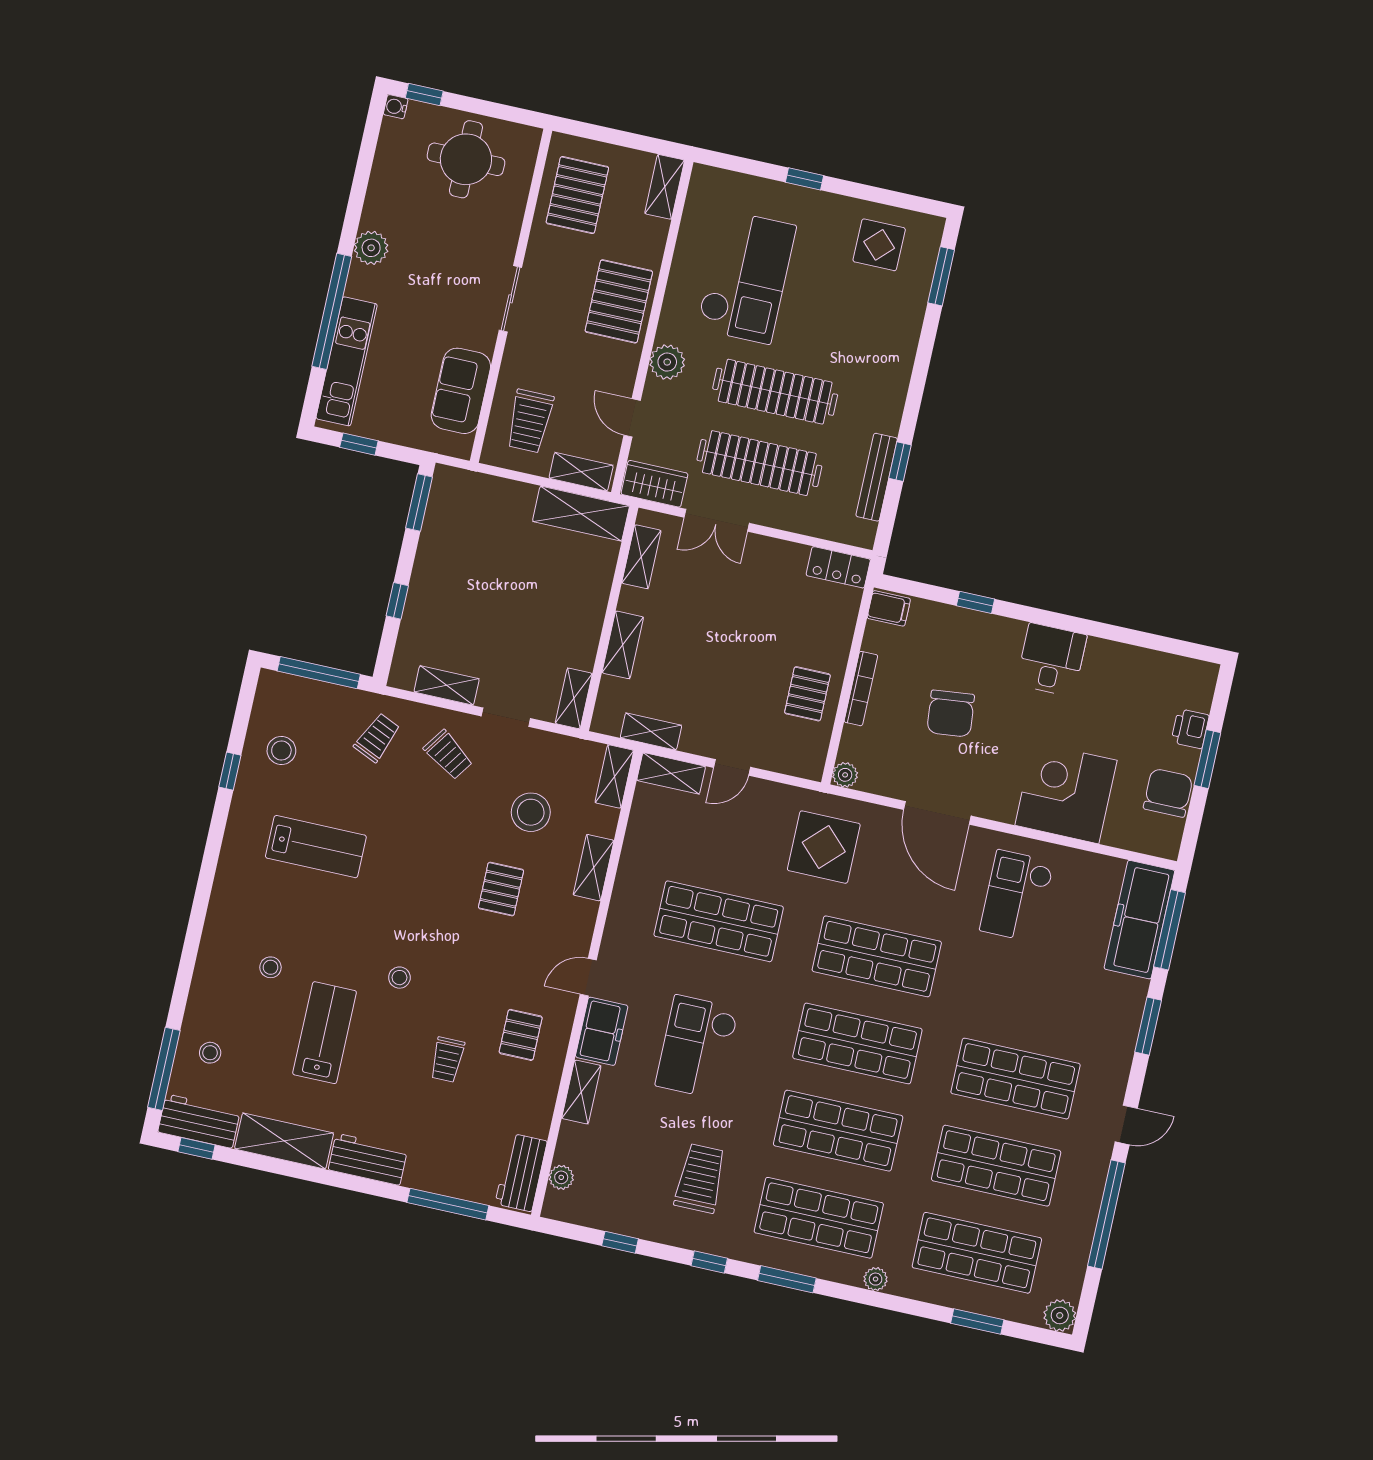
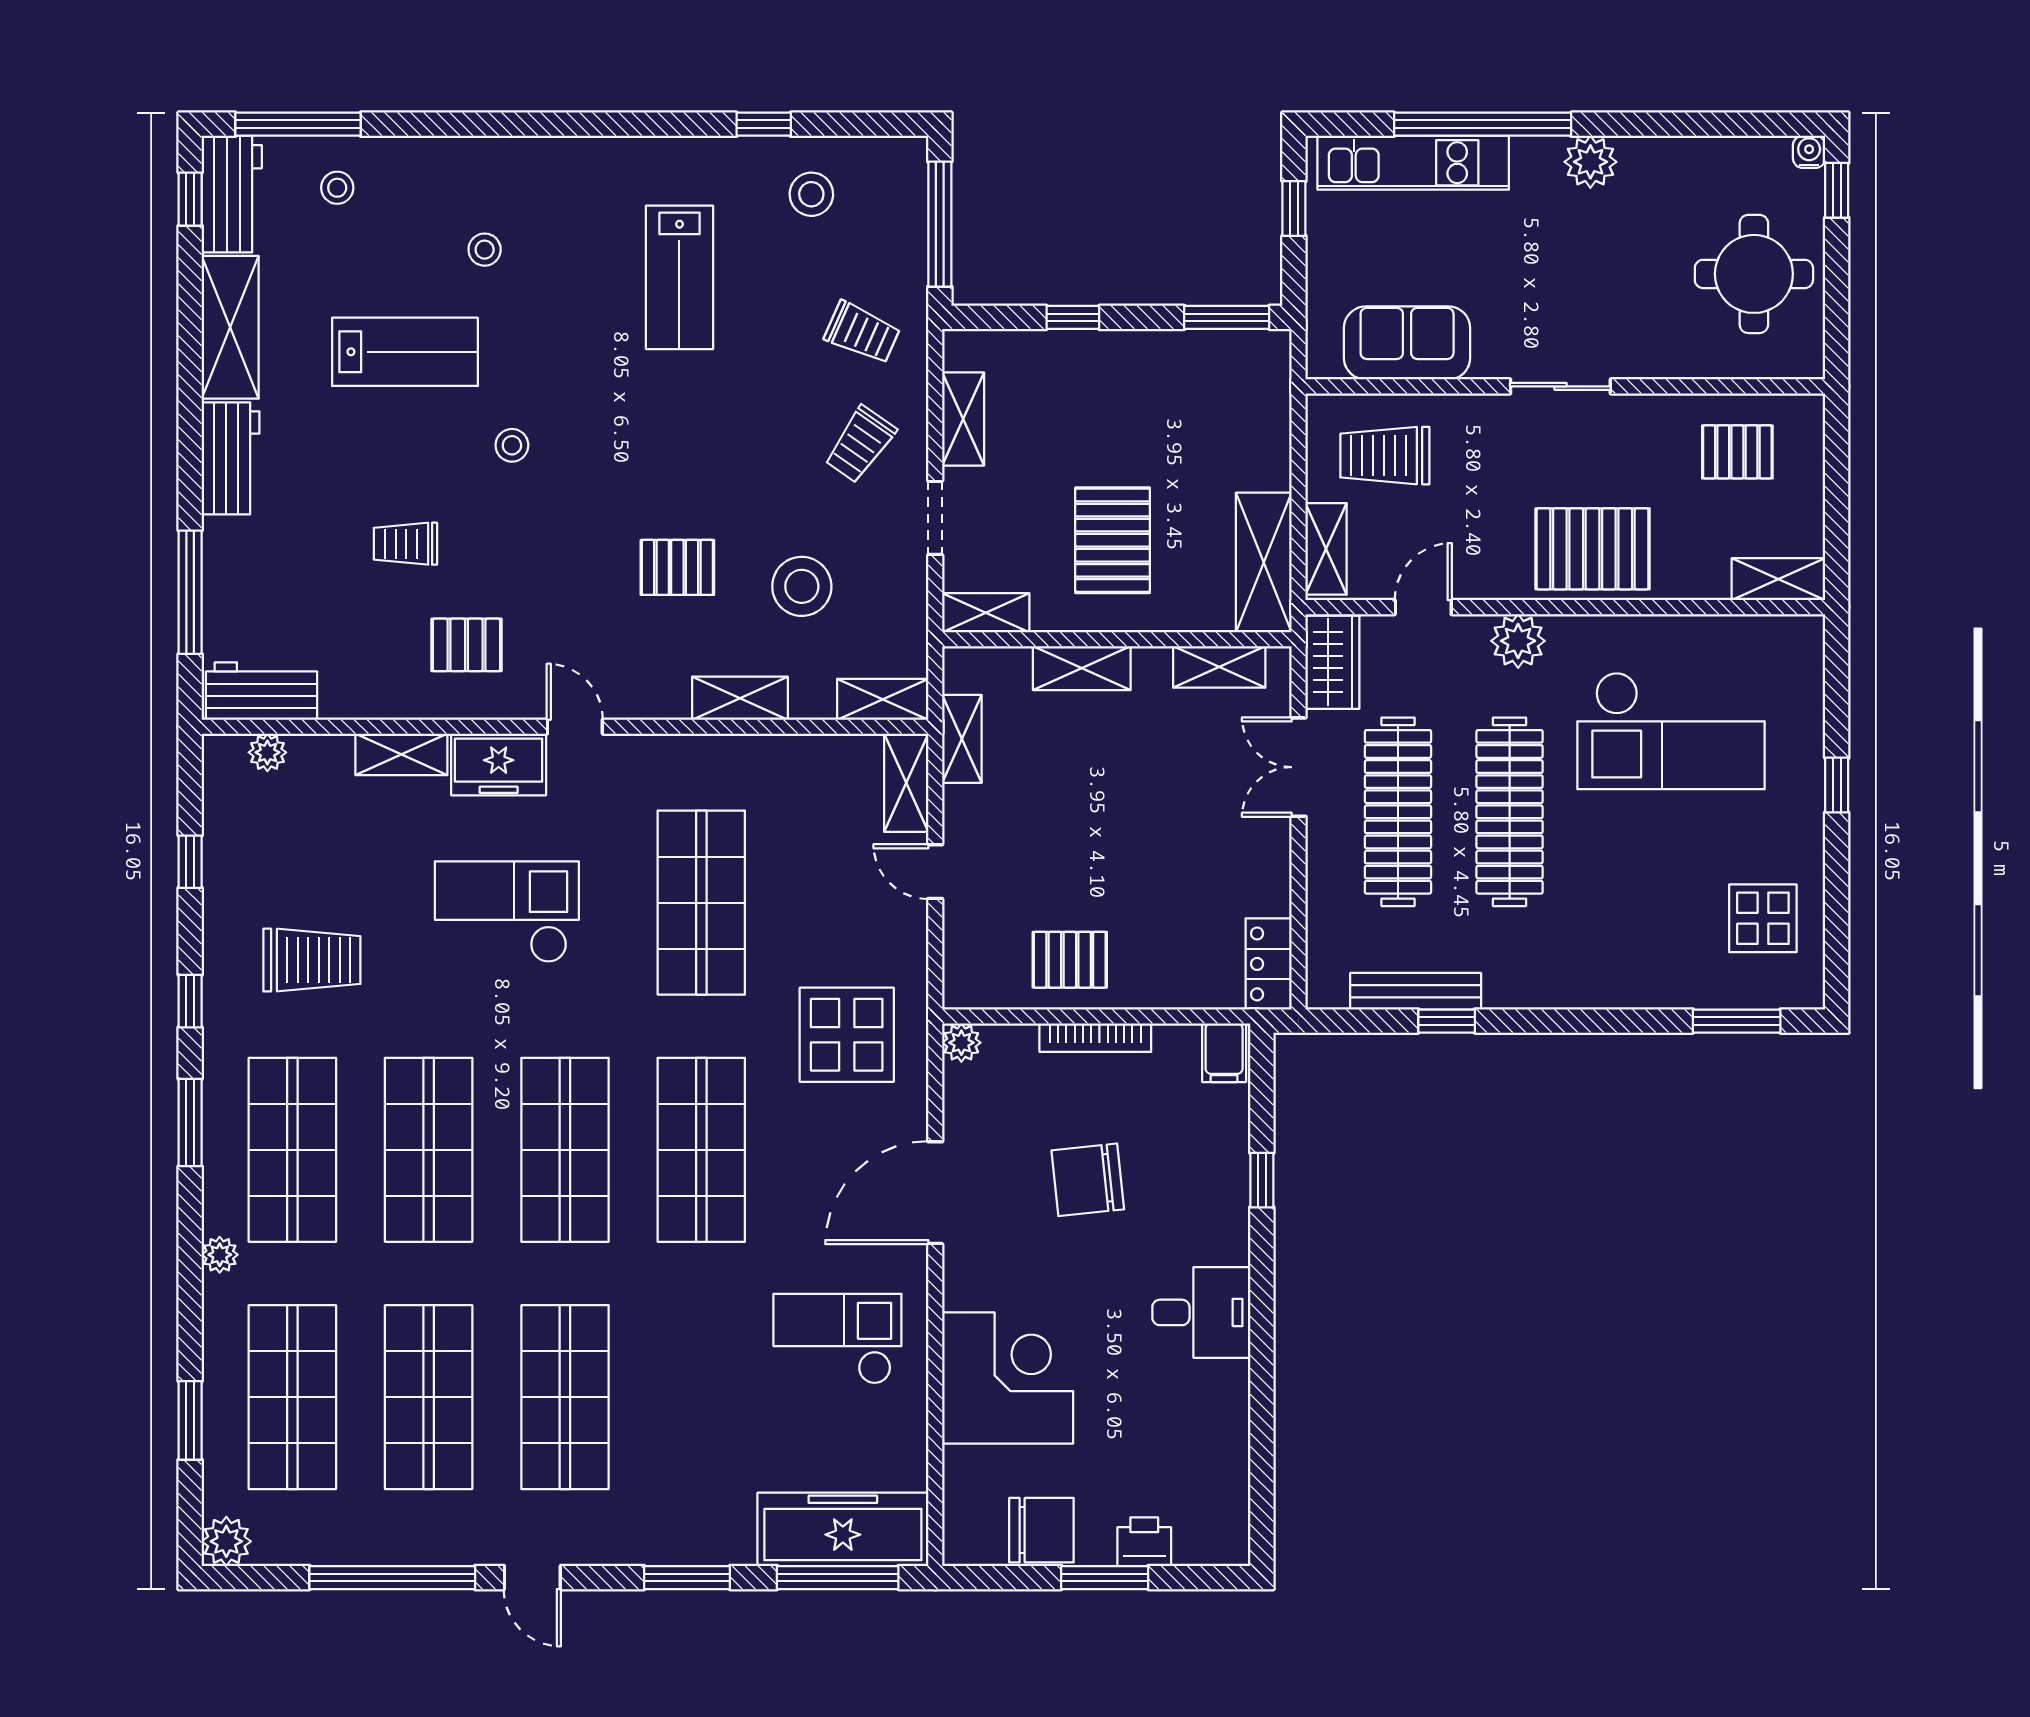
pallet: (577, 195) -> (1737, 452), width x0.67, depth x0.71
pallet: (545, 607) -> (1113, 540), added

